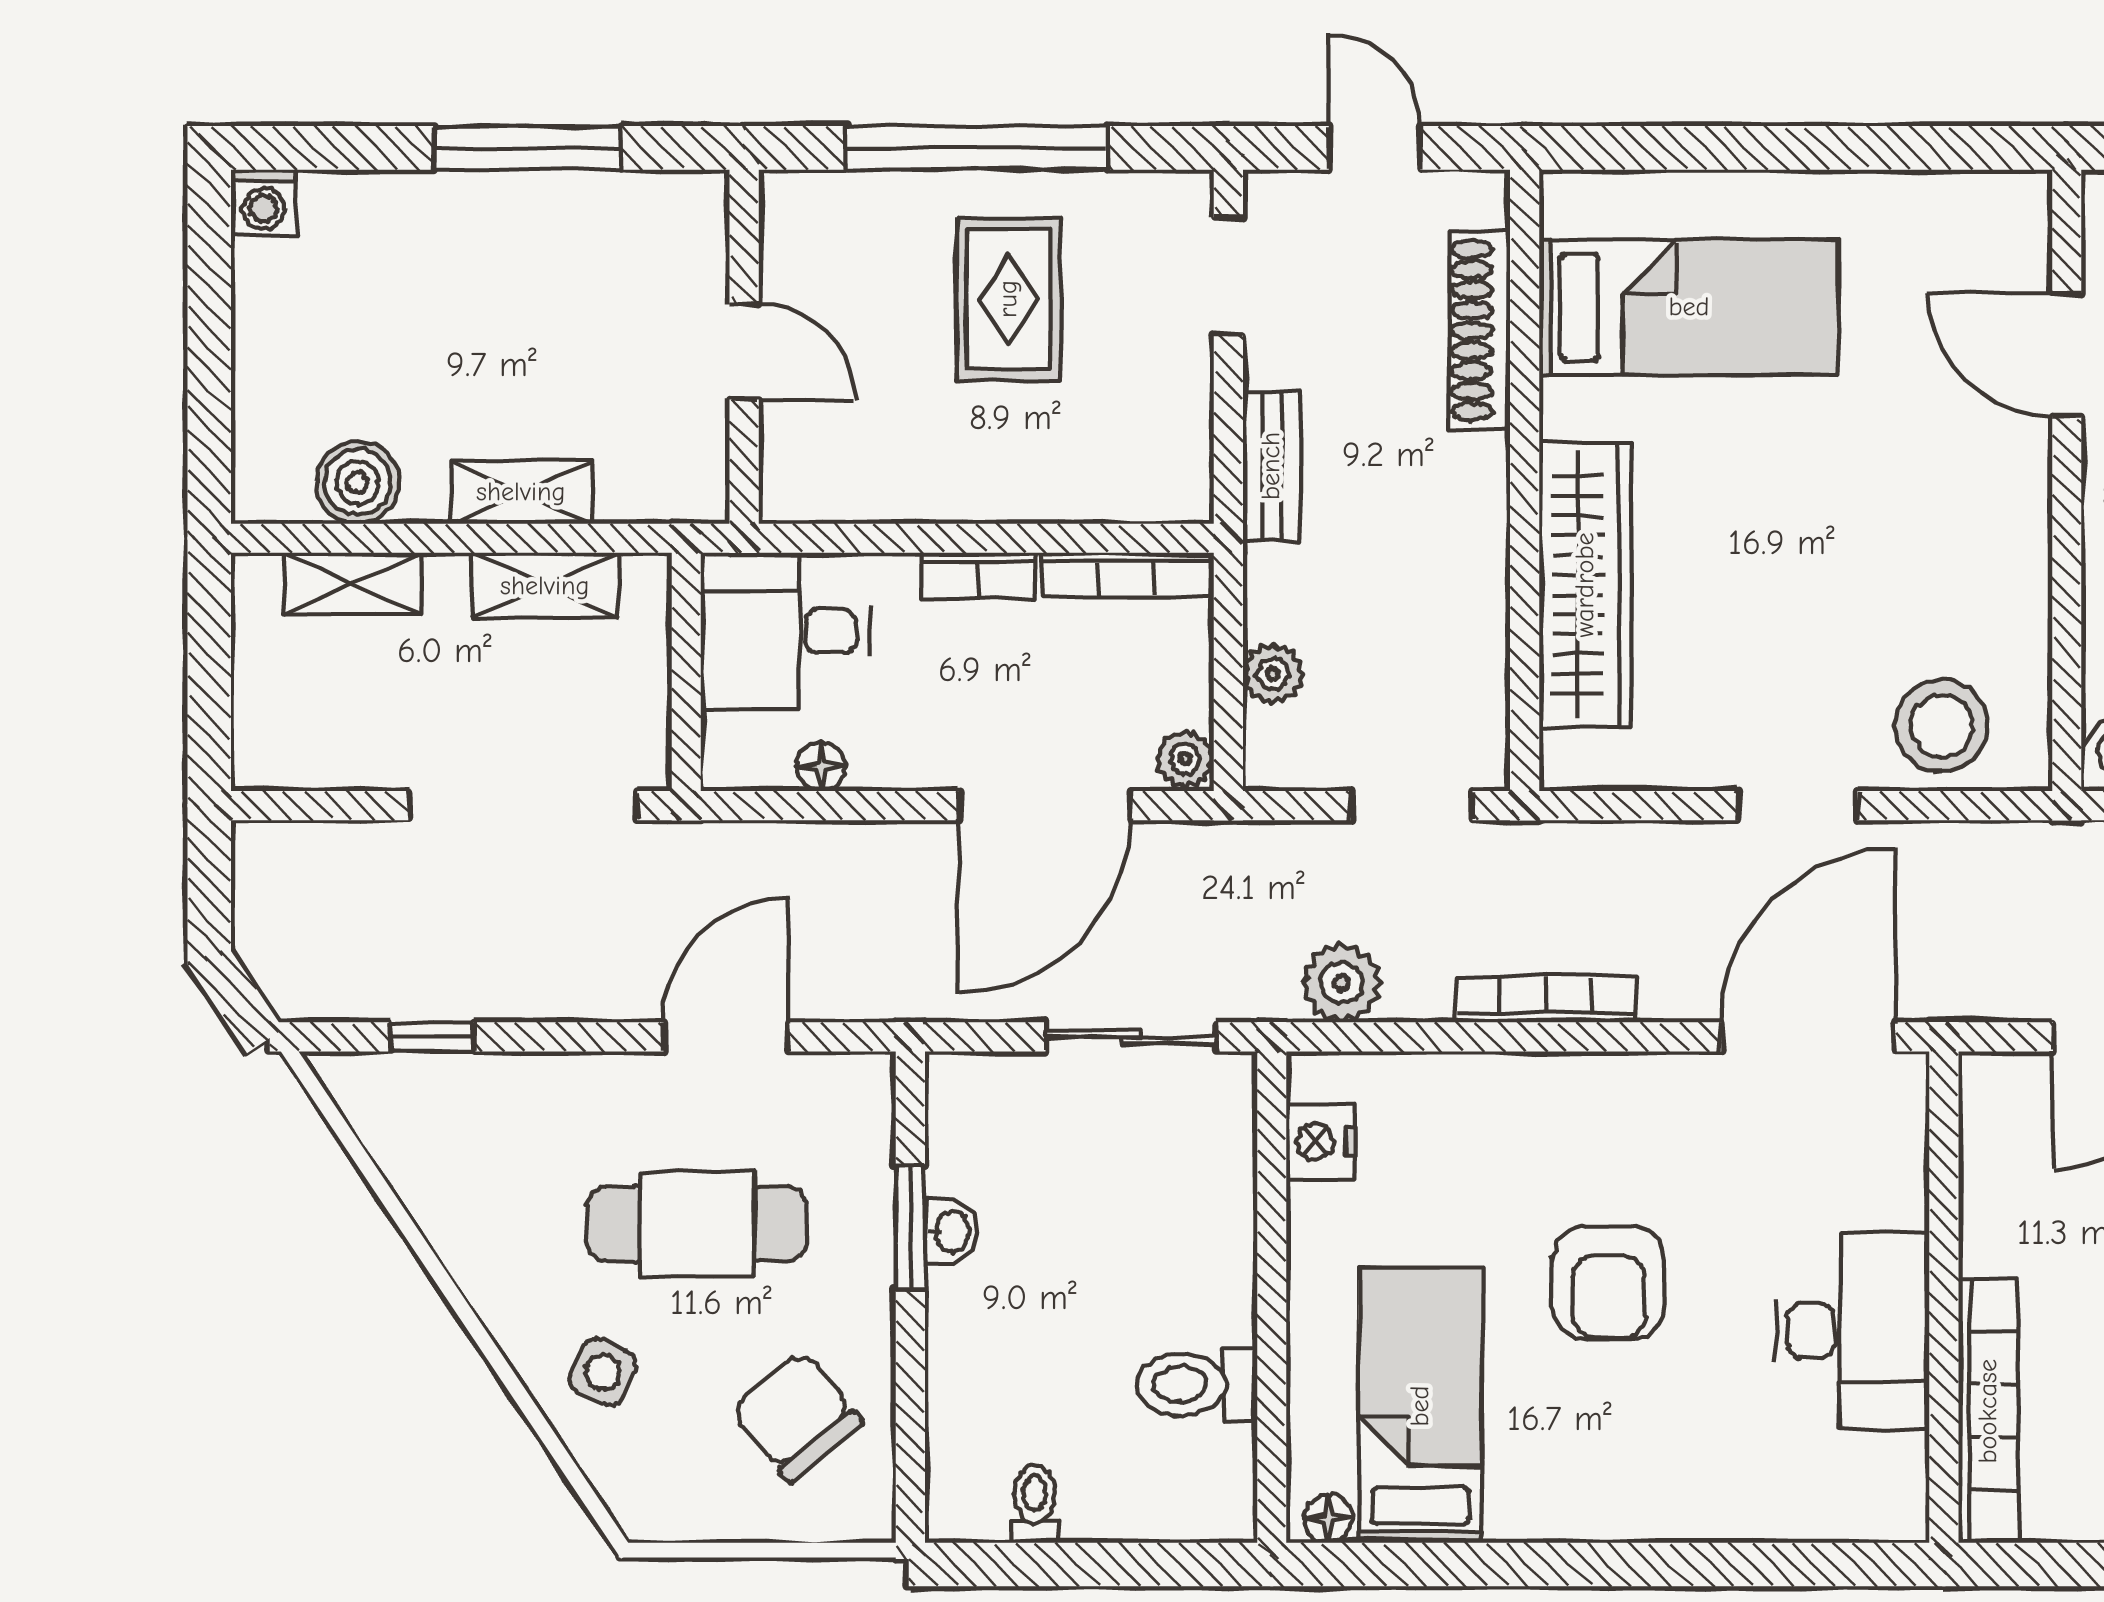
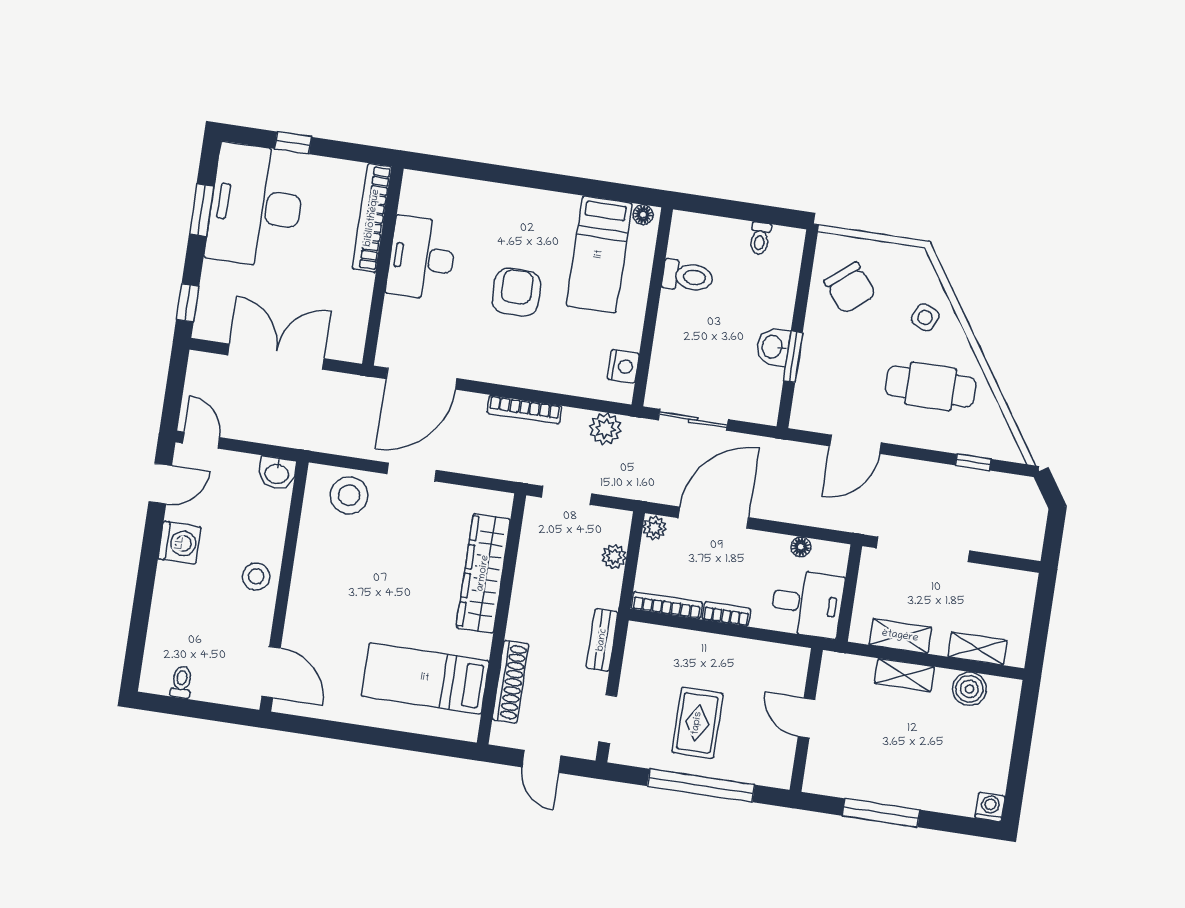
door: (2067, 355) -> (271, 672), moved
cafe table: (697, 1224) -> (931, 386), moved
washbasin: (951, 1232) -> (773, 347), width x1.38, depth x1.45

